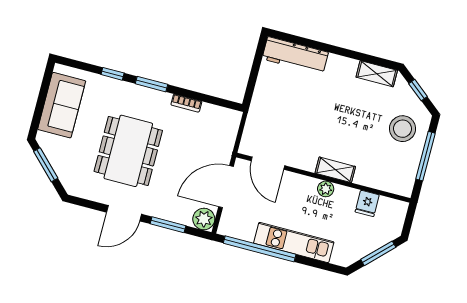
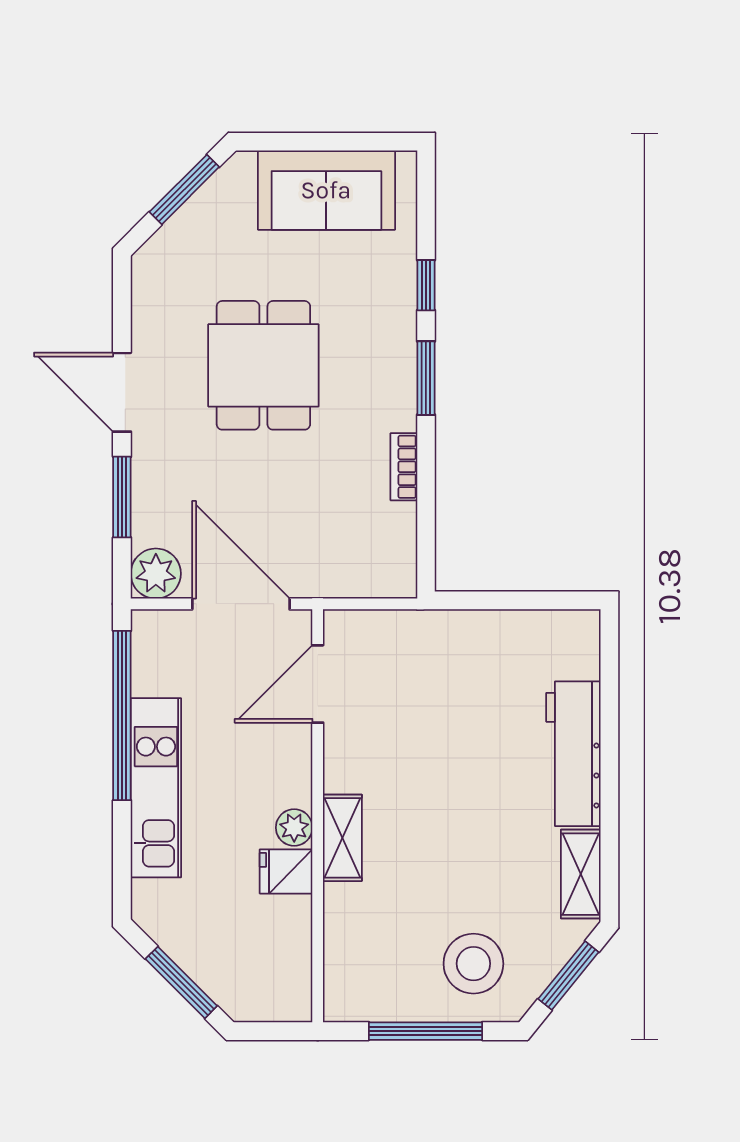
workbench: (295, 56) -> (573, 754), moved
window: (418, 90) -> (568, 976), width x1.50
dining table: (128, 151) -> (263, 365), width x0.73
fridge: (367, 203) -> (286, 871), moved

